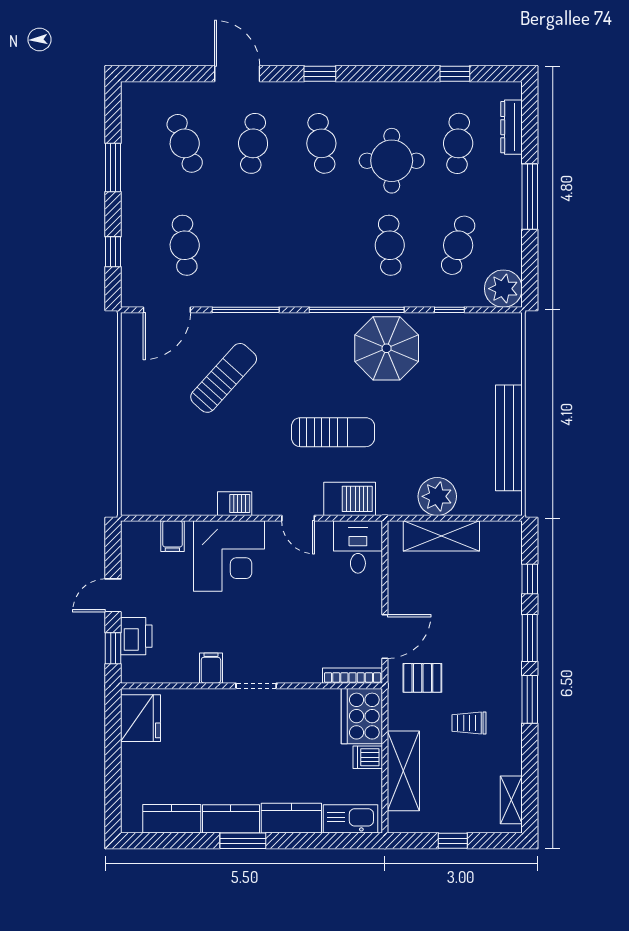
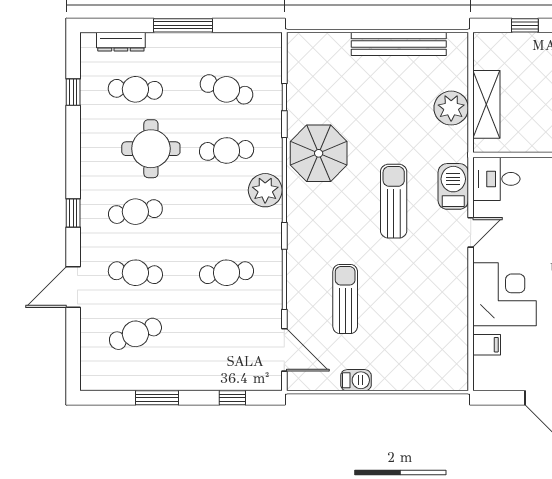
cafe table: (185, 245) -> (227, 273), moved
plant: (503, 289) -> (265, 190), moved
sun lounger: (224, 378) -> (345, 299), turned 48
barbecue: (235, 504) -> (356, 380), moved, turned 90

